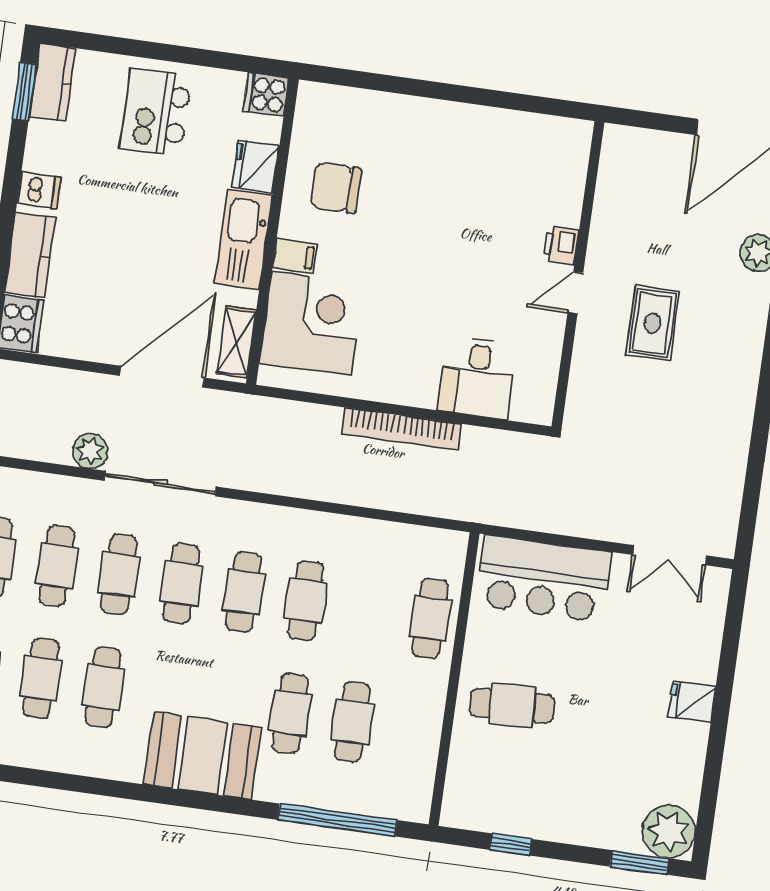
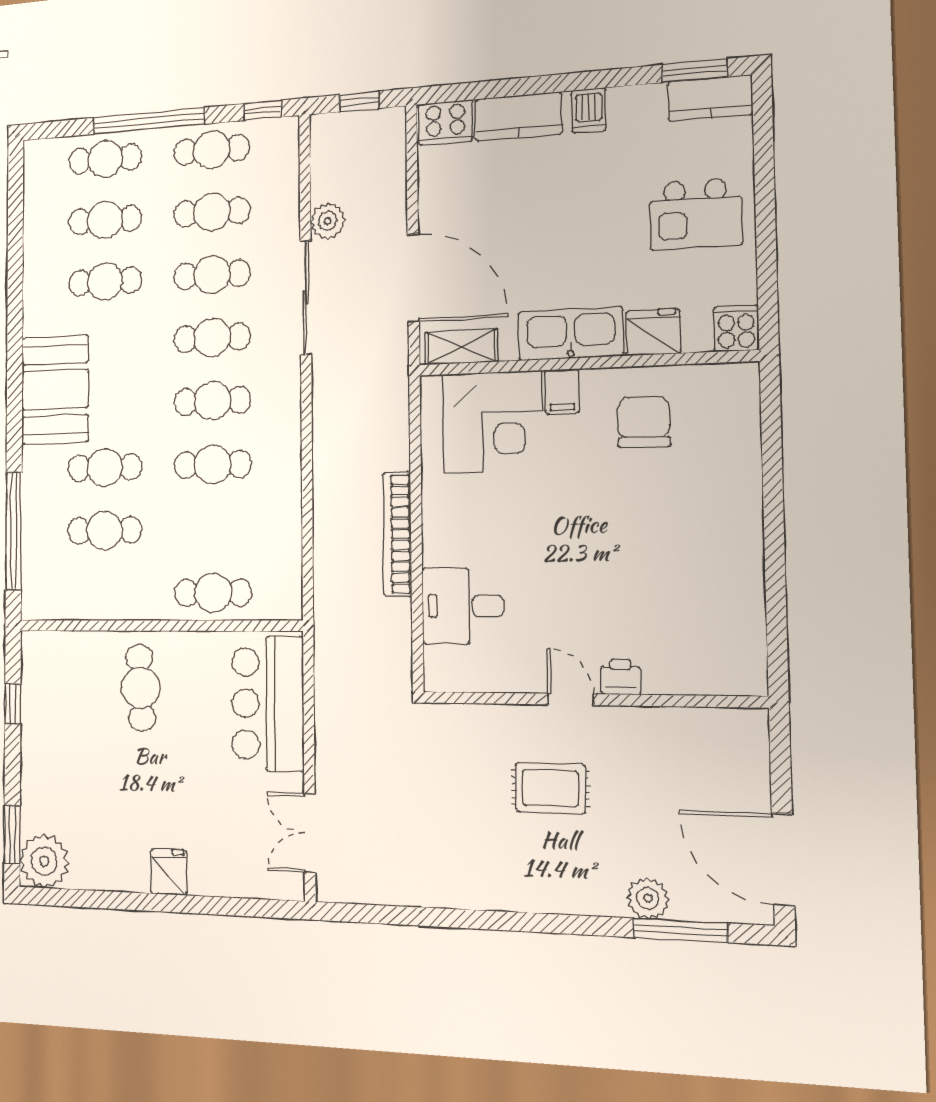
kitchen island: (156, 112) -> (695, 214), turned 180

